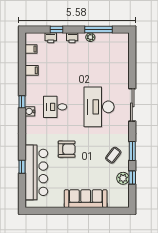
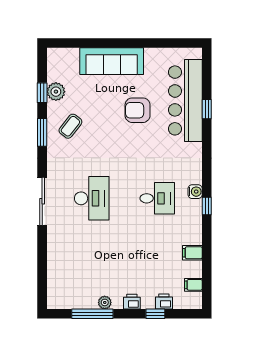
desk: (99, 107) -> (92, 198), width x0.73, depth x0.77
armchair: (67, 149) -> (138, 110), moved

